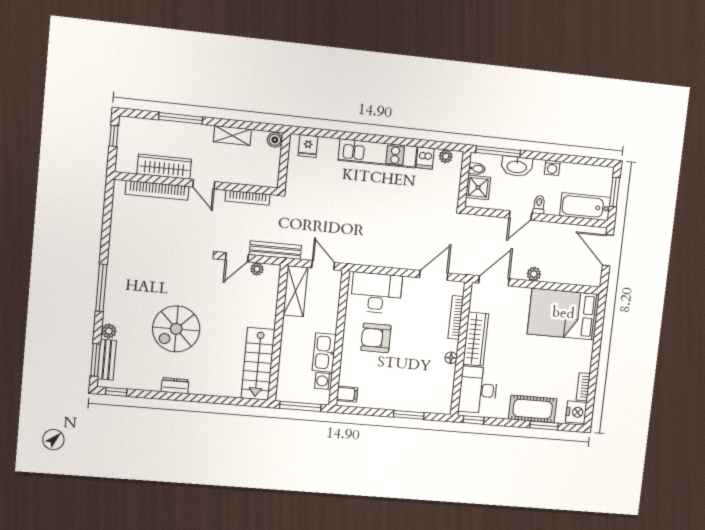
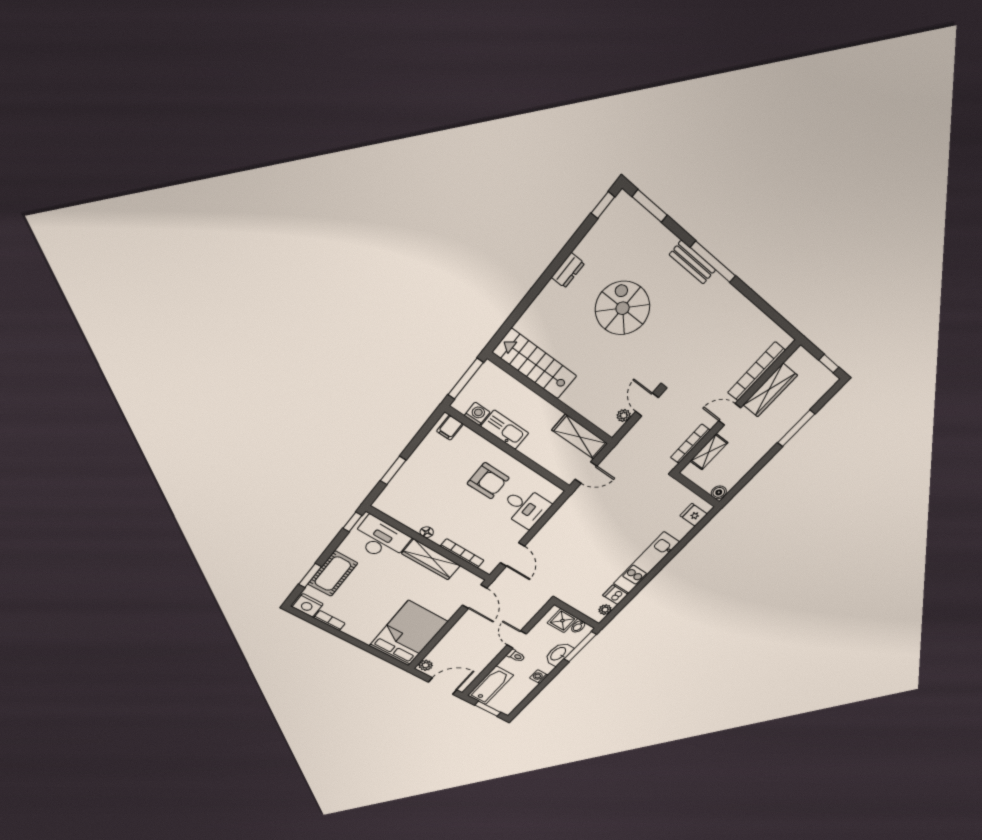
shelving: (232, 136) -> (709, 452), moved
bench: (275, 250) -> (629, 441), removed
plant: (534, 274) -> (426, 665), moved
desk: (376, 293) -> (525, 507), width x0.73
plant: (109, 331) -> (668, 240), removed
armchair: (376, 338) -> (488, 481), turned 90
bench: (107, 360) -> (692, 262), moved

